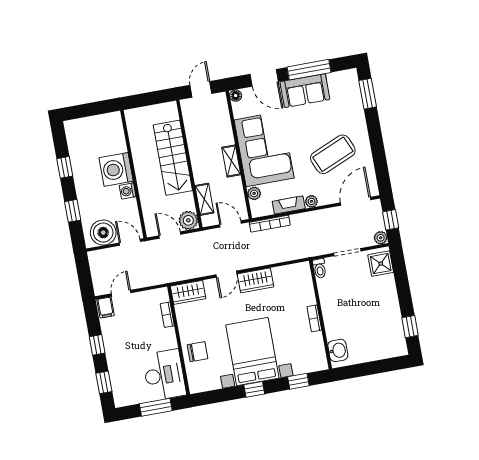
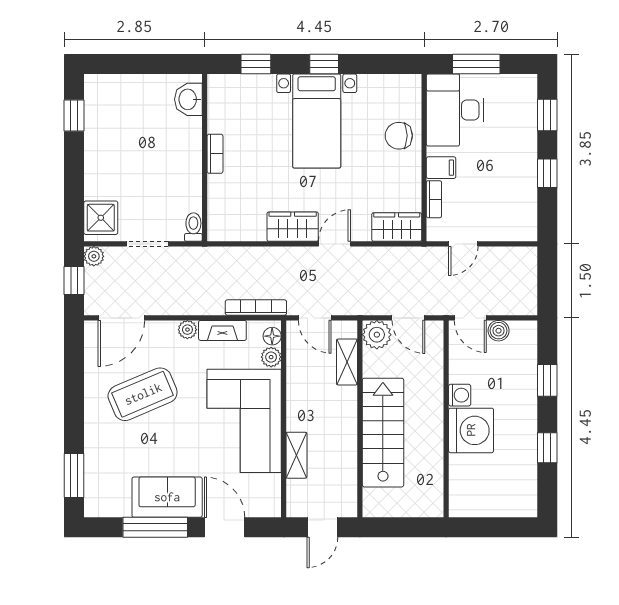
floor lamp: (236, 96) -> (272, 336), moved
shelving: (231, 161) -> (296, 455), moved
boiler: (103, 233) -> (499, 331), width x0.54, depth x0.54
door: (121, 293) -> (463, 244), moved
filing cabinet: (106, 307) -> (441, 168), moved, turned 90
bed with nightstands: (252, 352) -> (317, 121), width x0.73

